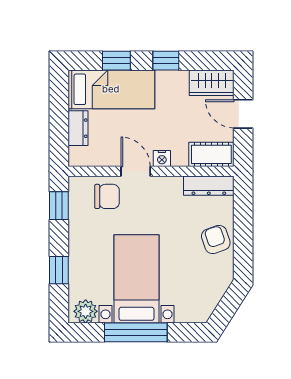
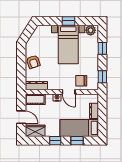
window: (136, 332) -> (69, 21), width x0.46

